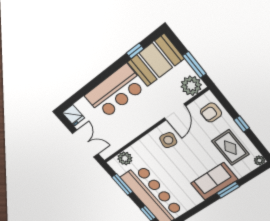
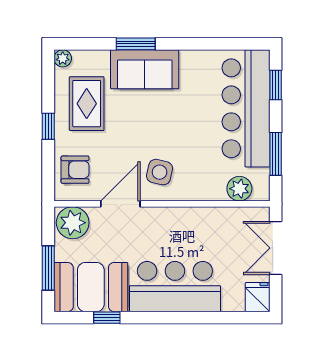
window: (194, 65) -> (48, 268), moved

